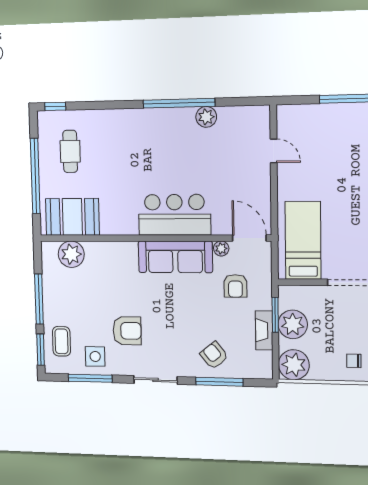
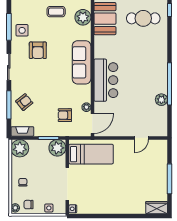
cafe table: (70, 151) -> (143, 18), width x1.37, depth x1.35
sofa: (175, 257) -> (82, 62), moved
plant: (293, 324) -> (57, 148), moved
fireplace: (264, 330) -> (22, 131), moved
coffee table: (61, 341) -> (56, 12), moved

